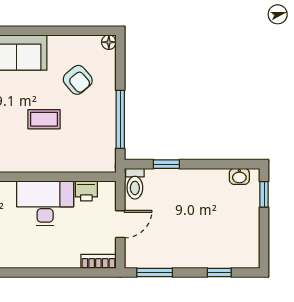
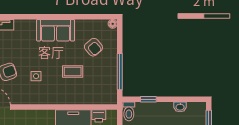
washbasin: (239, 176) -> (180, 107), moved

